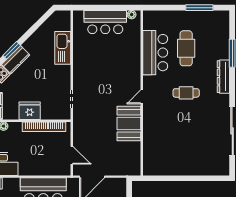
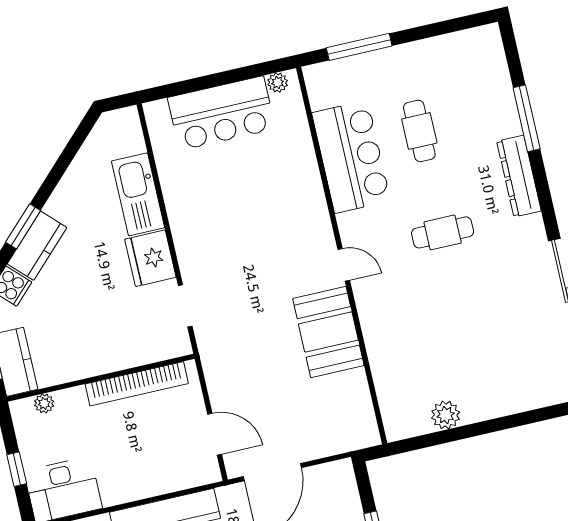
window: (199, 8) -> (359, 47), moved
cafe table: (186, 48) -> (419, 131), width x0.73, depth x0.74
door: (142, 97) -> (344, 265), swing flipped
fridge: (30, 111) -> (150, 258), moved, turned -90
plant: (170, 169) -> (446, 415), added

